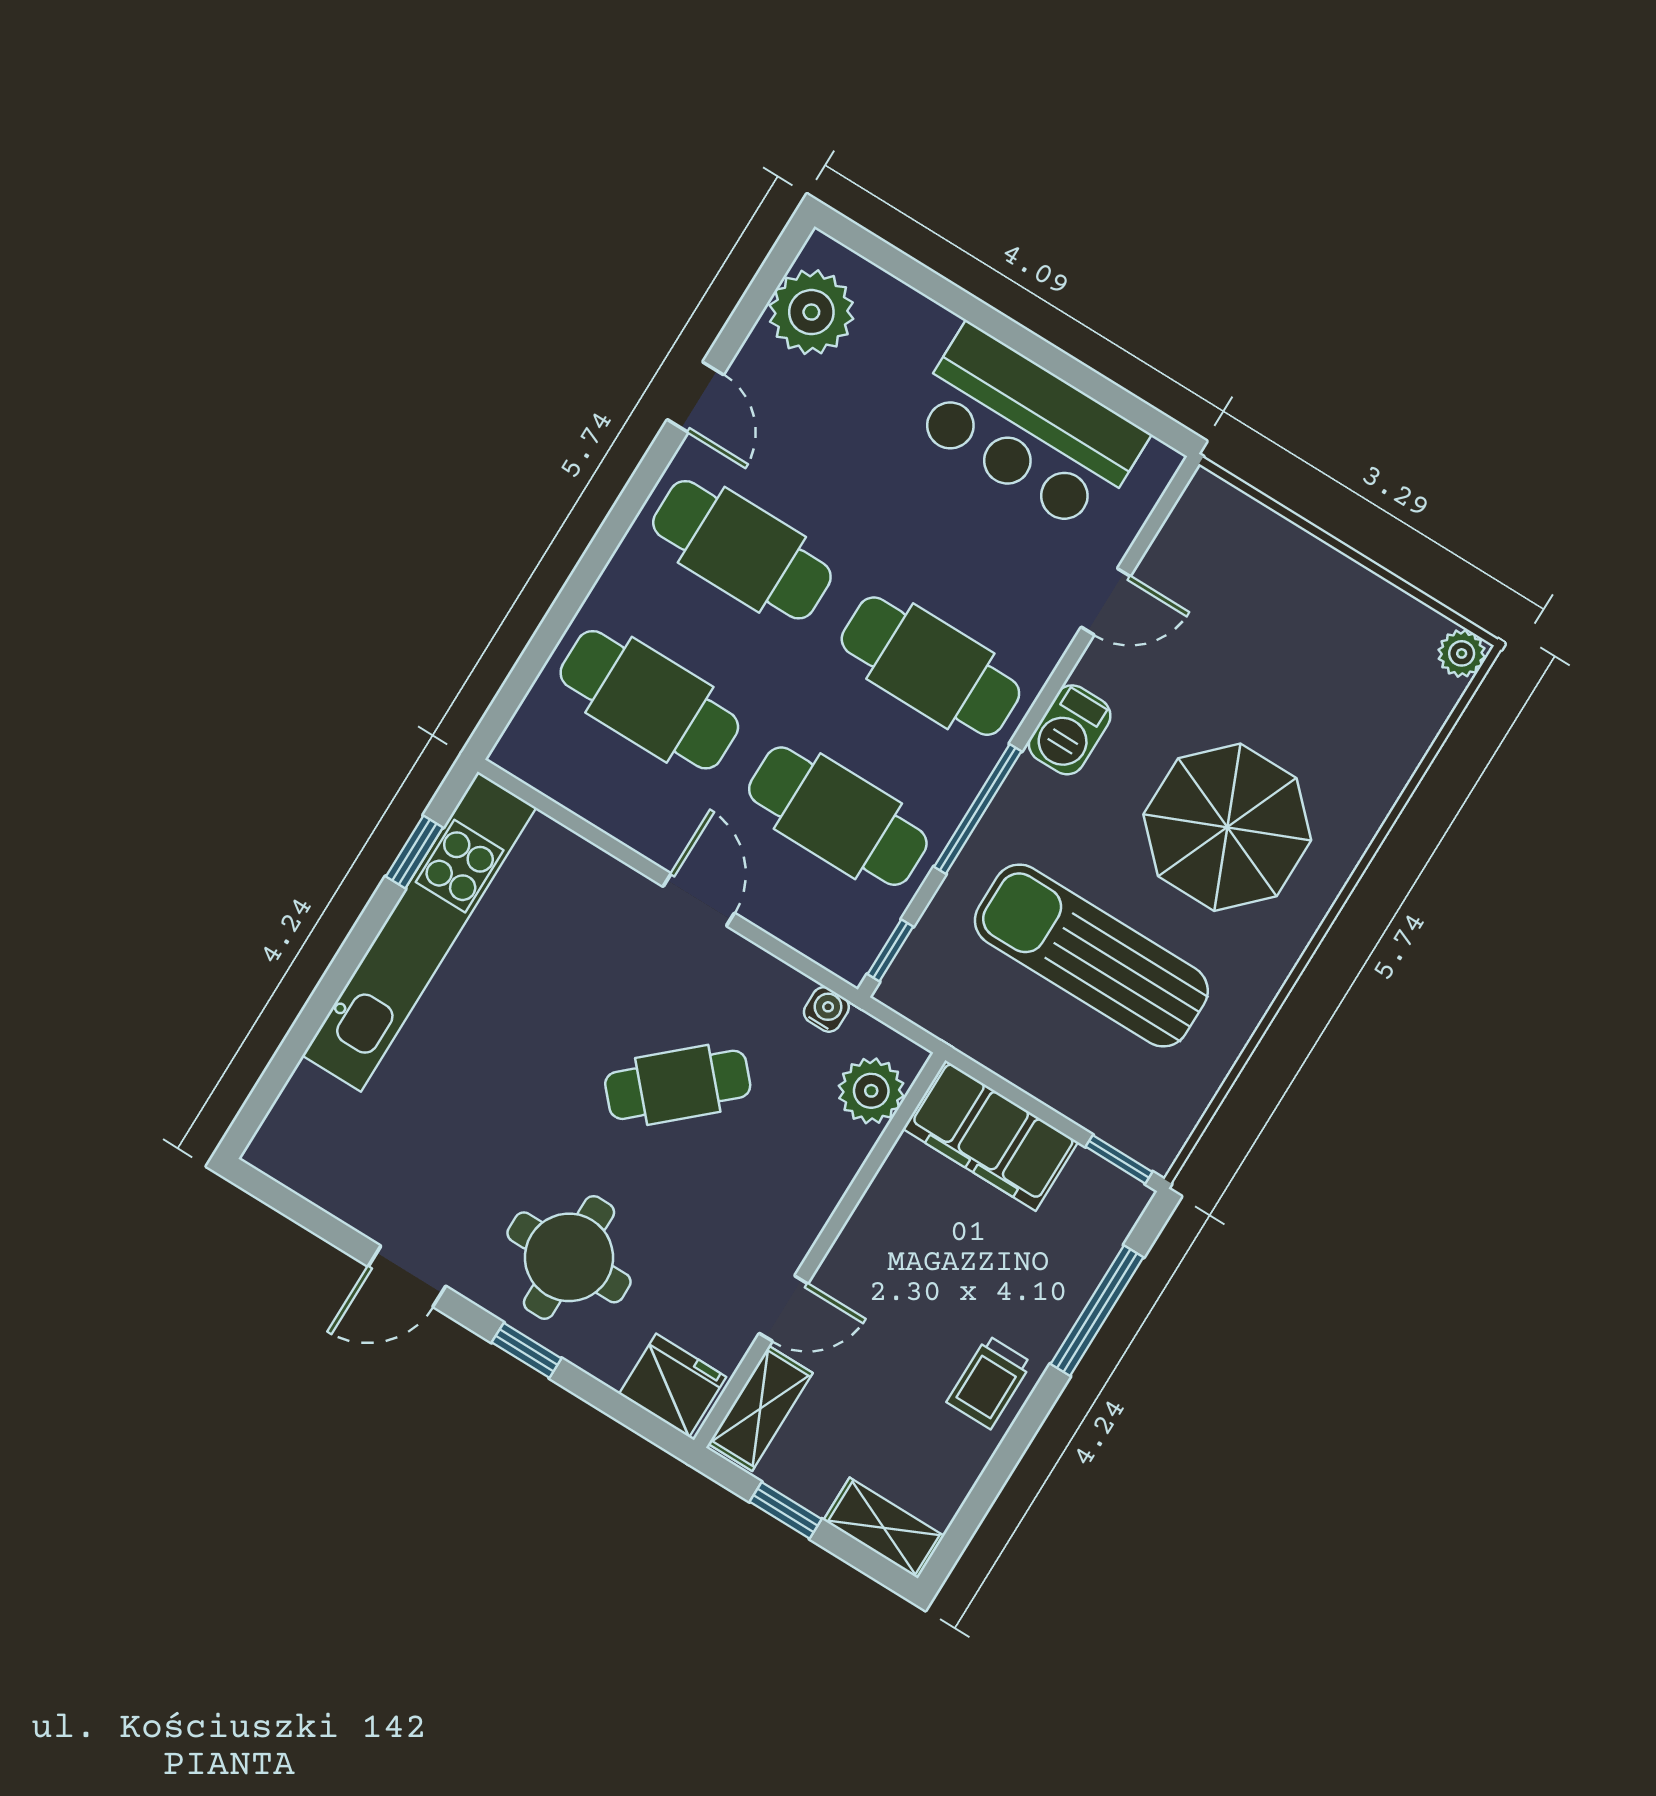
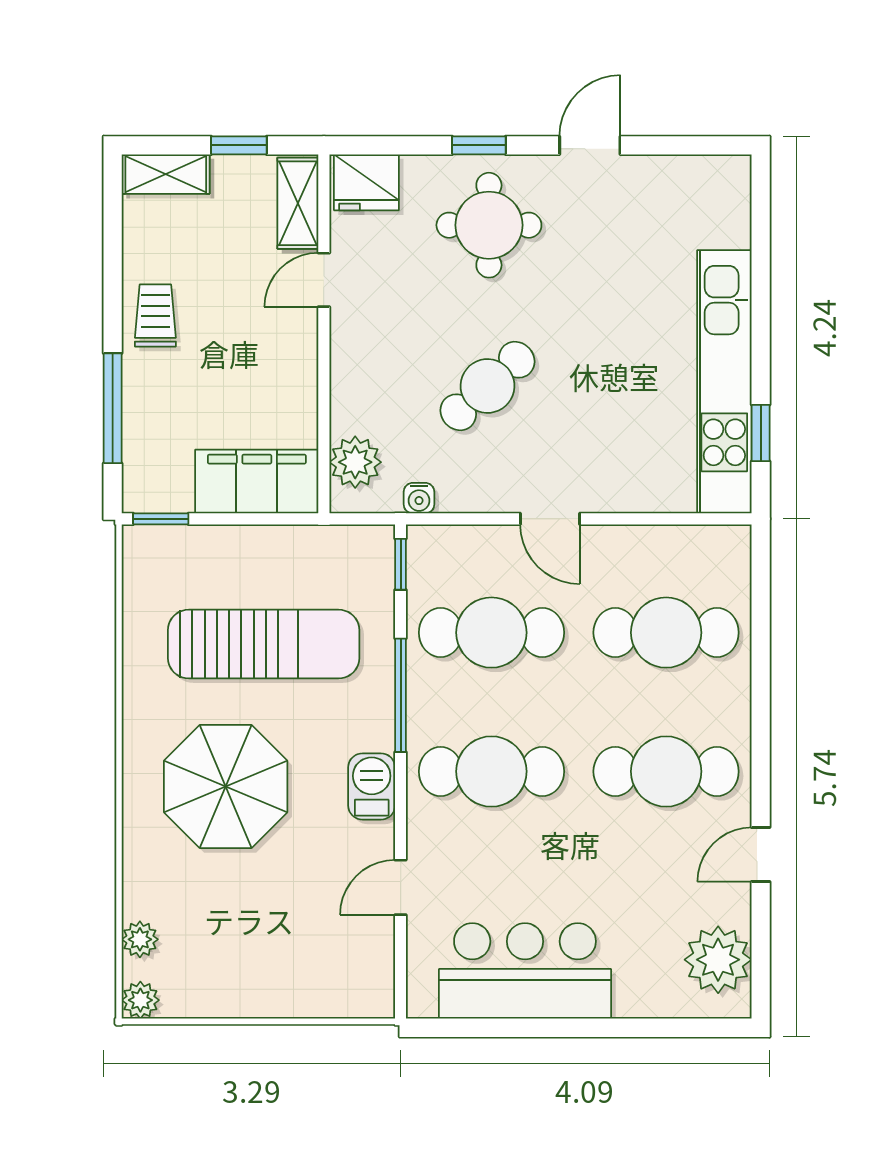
door: (695, 397) -> (761, 855), hinge flipped
plant: (1422, 719) -> (140, 939), added

